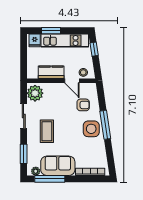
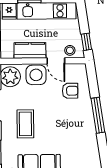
window: (94, 49) -> (86, 42), moved
side table: (91, 129) -> (36, 75), moved

